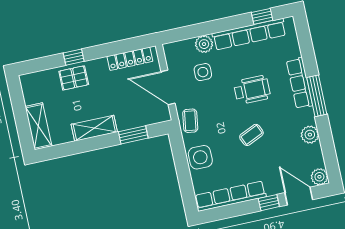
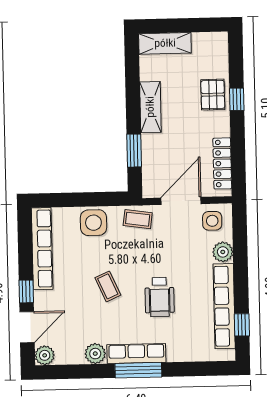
side table: (203, 72) -> (212, 221), moved
row of seats: (299, 83) -> (136, 354), moved

